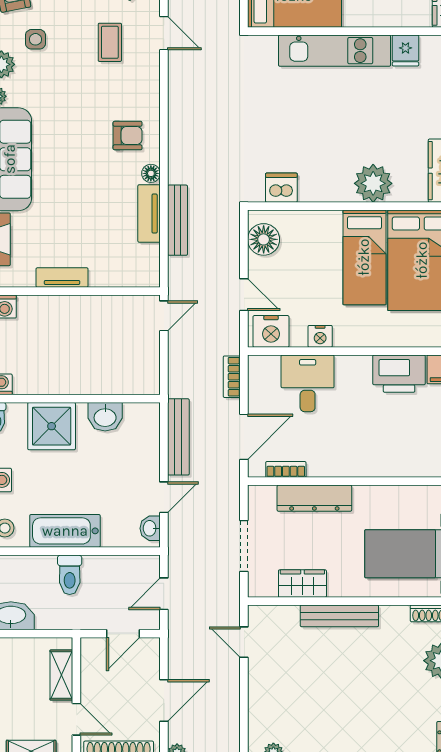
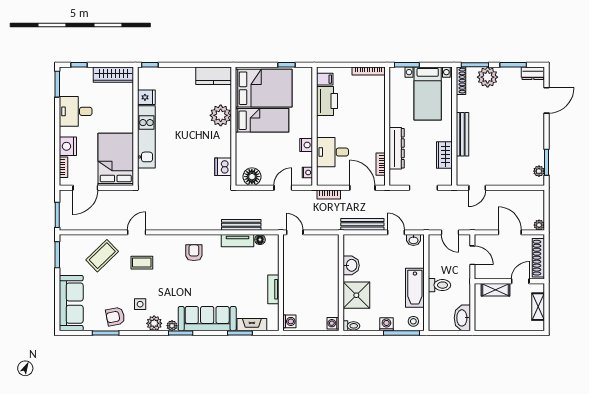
floor lamp: (151, 173) -> (260, 240), moved
nightstand: (271, 331) -> (307, 173), width x0.53, depth x0.56

